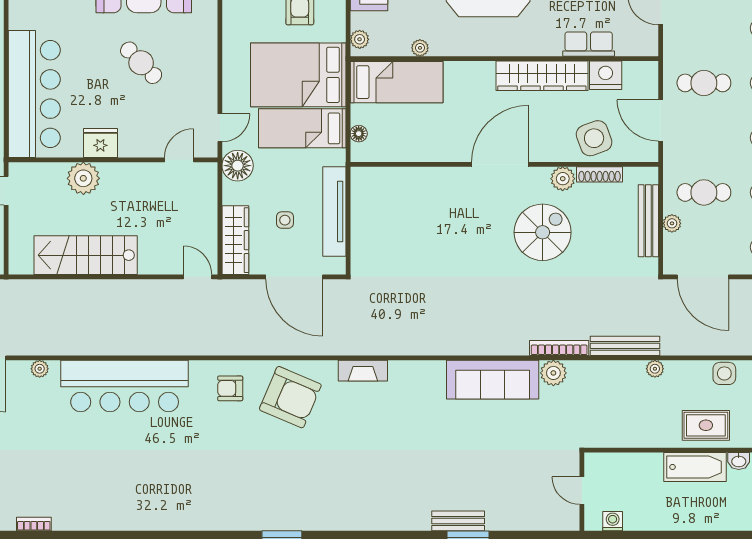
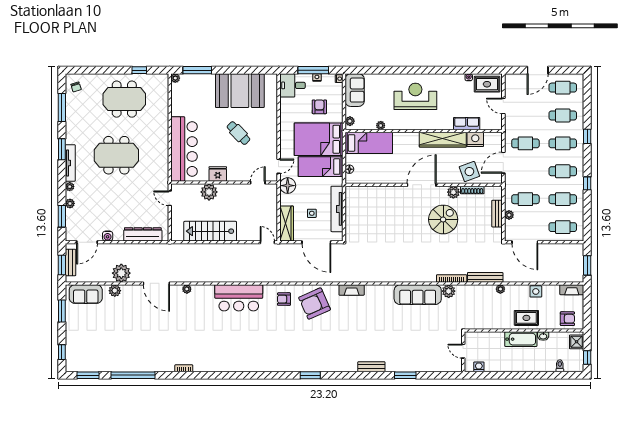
door: (661, 121) -> (503, 163), hinge flipped
bench: (648, 221) -> (497, 214), width x0.73
bar counter: (125, 386) -> (239, 298), width x0.73
armchair: (290, 397) -> (315, 304), turned 133
bench: (458, 521) -> (371, 367), moved

